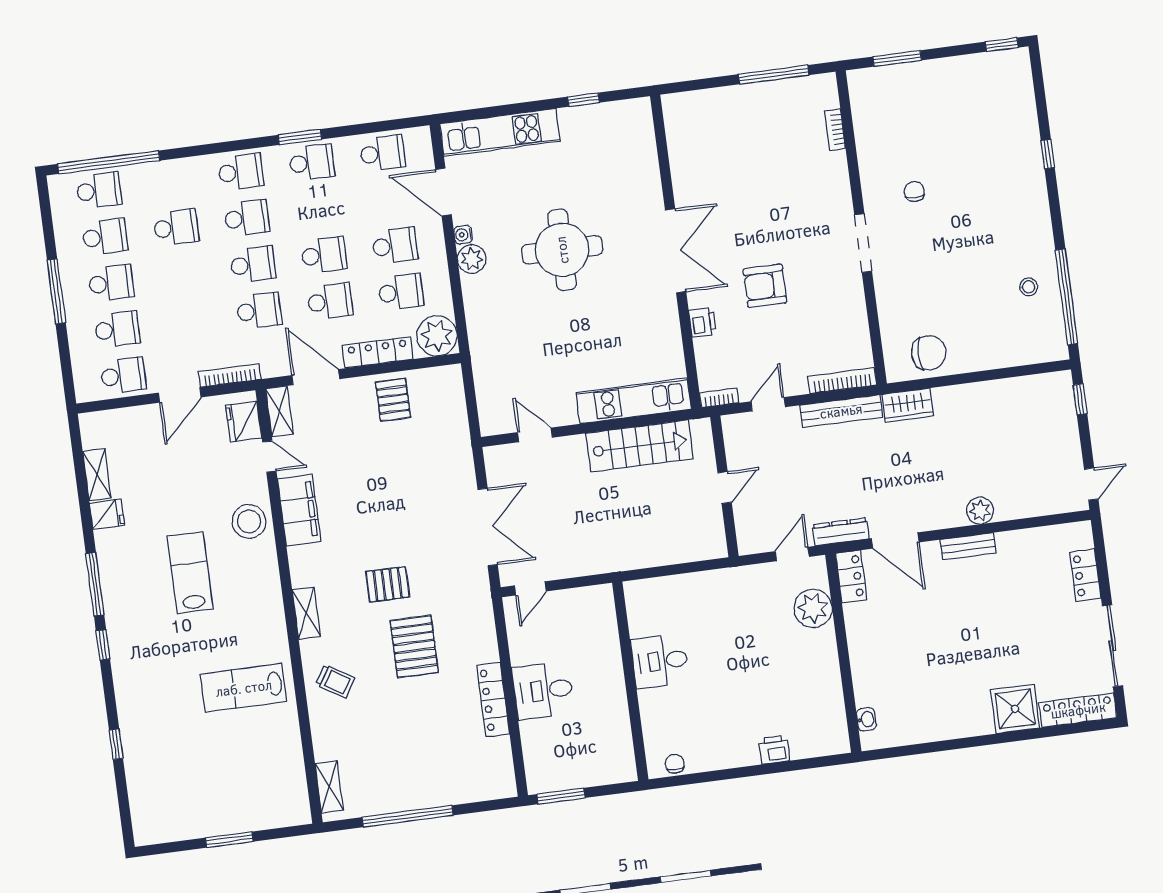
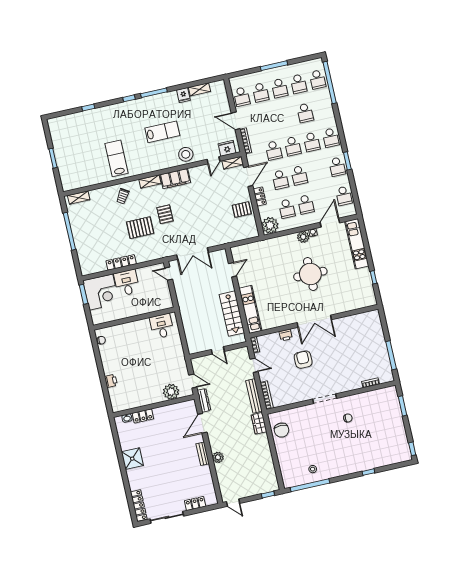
locker: (378, 352) -> (260, 196), width x0.66
filing cabinet: (299, 510) -> (175, 179), moved
locker: (851, 577) -> (143, 416), moved
desk: (660, 661) -> (162, 326), moved
shower: (1015, 709) -> (132, 459), moved
corner desk: (560, 754) -> (101, 292), added

